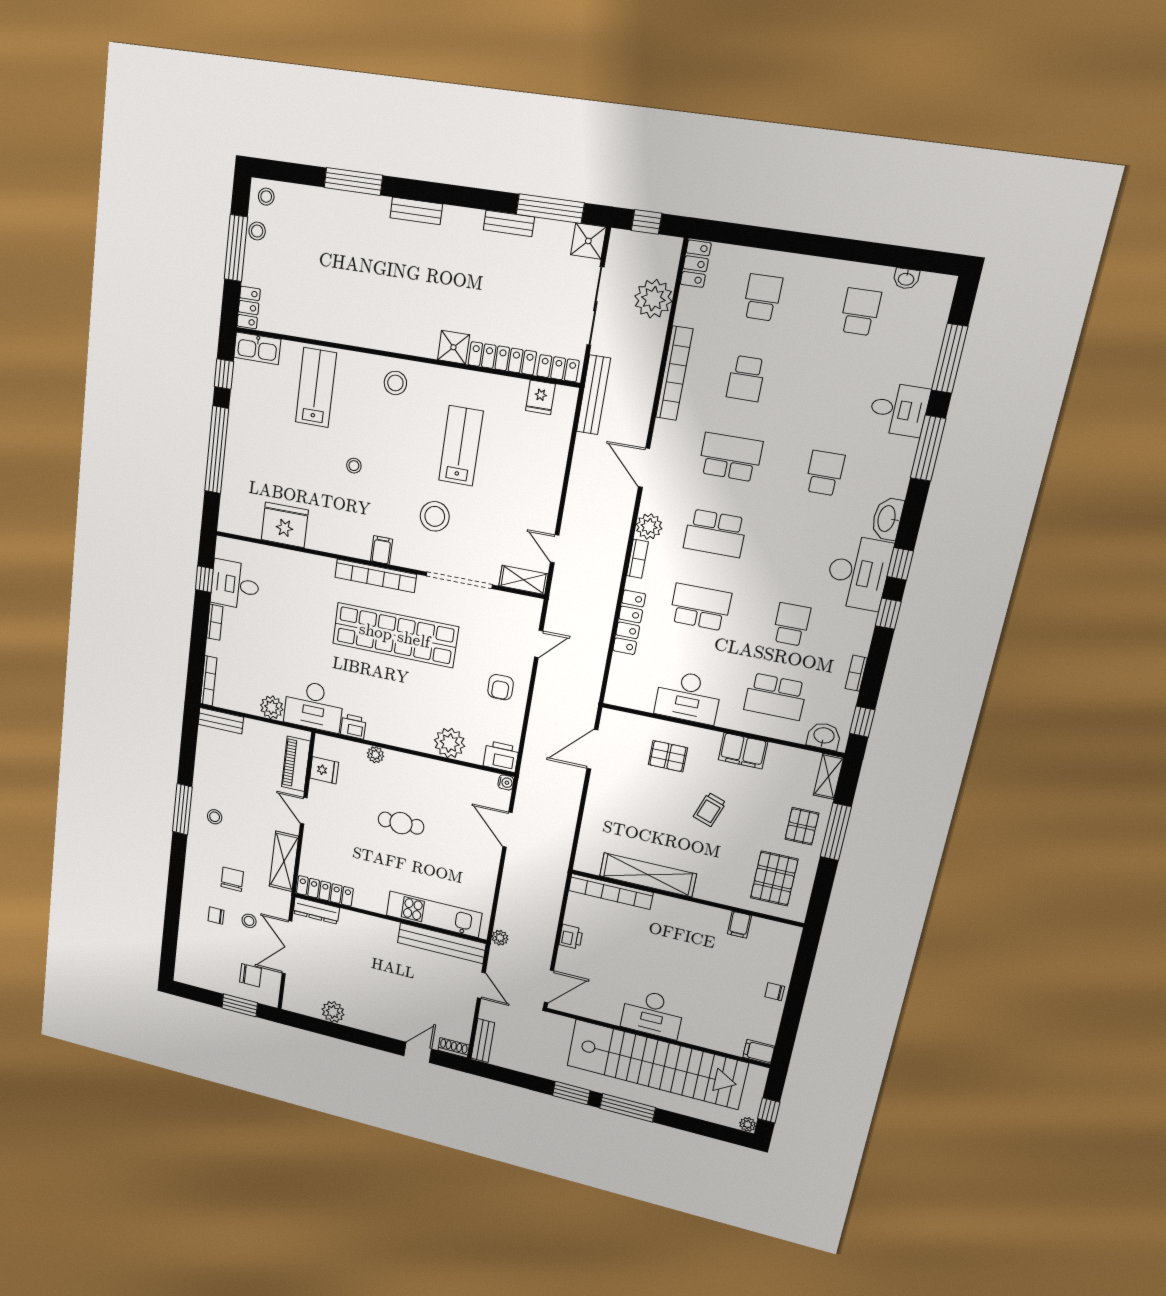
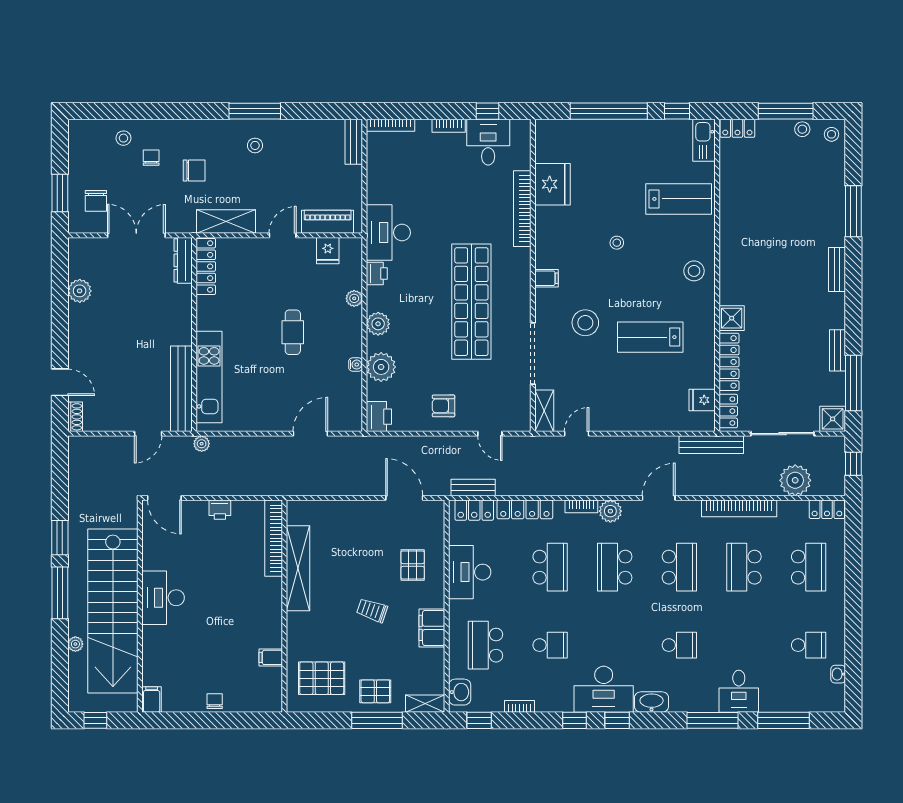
school desk: (762, 297) -> (809, 567), width x1.85
school desk: (746, 379) -> (744, 567), width x1.85
lab bench: (461, 446) -> (650, 337), turned 180
bookcase: (376, 576) -> (522, 209), moved
locker: (620, 678) -> (474, 510), added
plant: (272, 707) -> (378, 324), moved
water cooler: (506, 782) -> (356, 365), moved, turned -90
stool: (249, 921) -> (123, 138), moved
bench: (483, 1041) -> (473, 487), moved
plant: (748, 1124) -> (75, 644), moved

